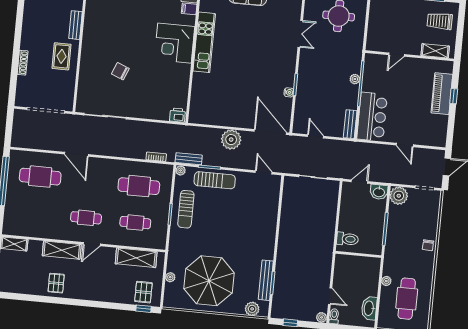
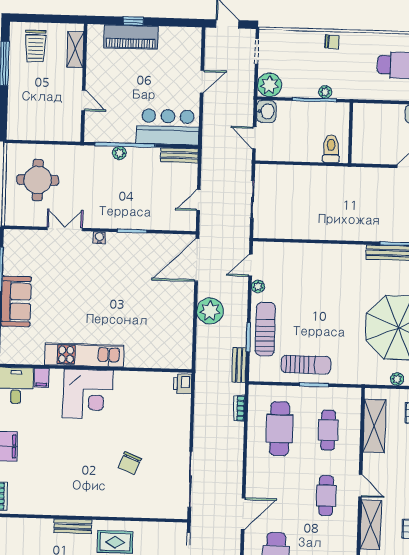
water cooler: (289, 92) -> (99, 238), moved
plant: (181, 170) -> (258, 286), moved
plant: (386, 281) -> (325, 92), moved

